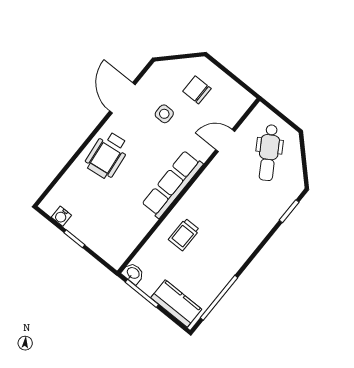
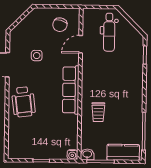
chair: (197, 90) -> (60, 25), moved, turned -75
dental chair: (269, 153) -> (109, 32), turned 32
water cooler: (61, 216) -> (72, 155), moved

